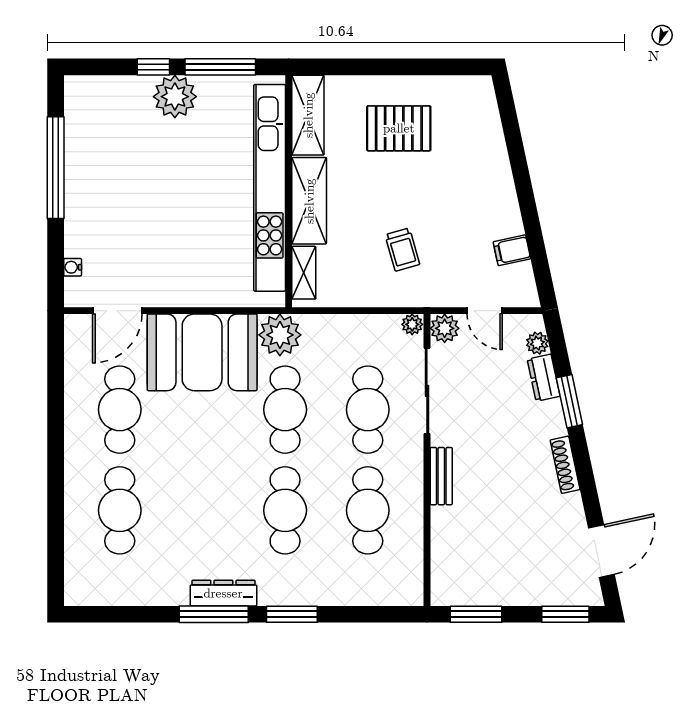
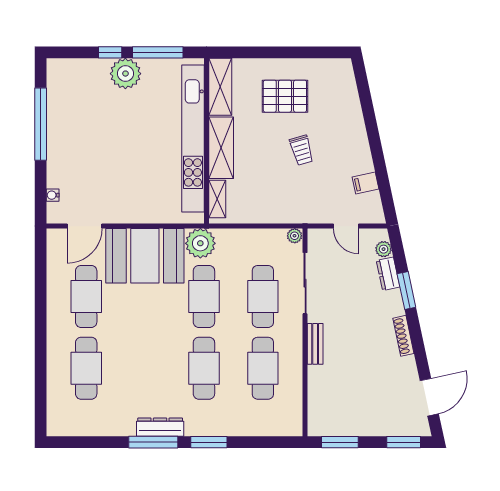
trolley: (402, 250) -> (302, 150), moved
plant: (445, 328) -> (318, 239), removed

